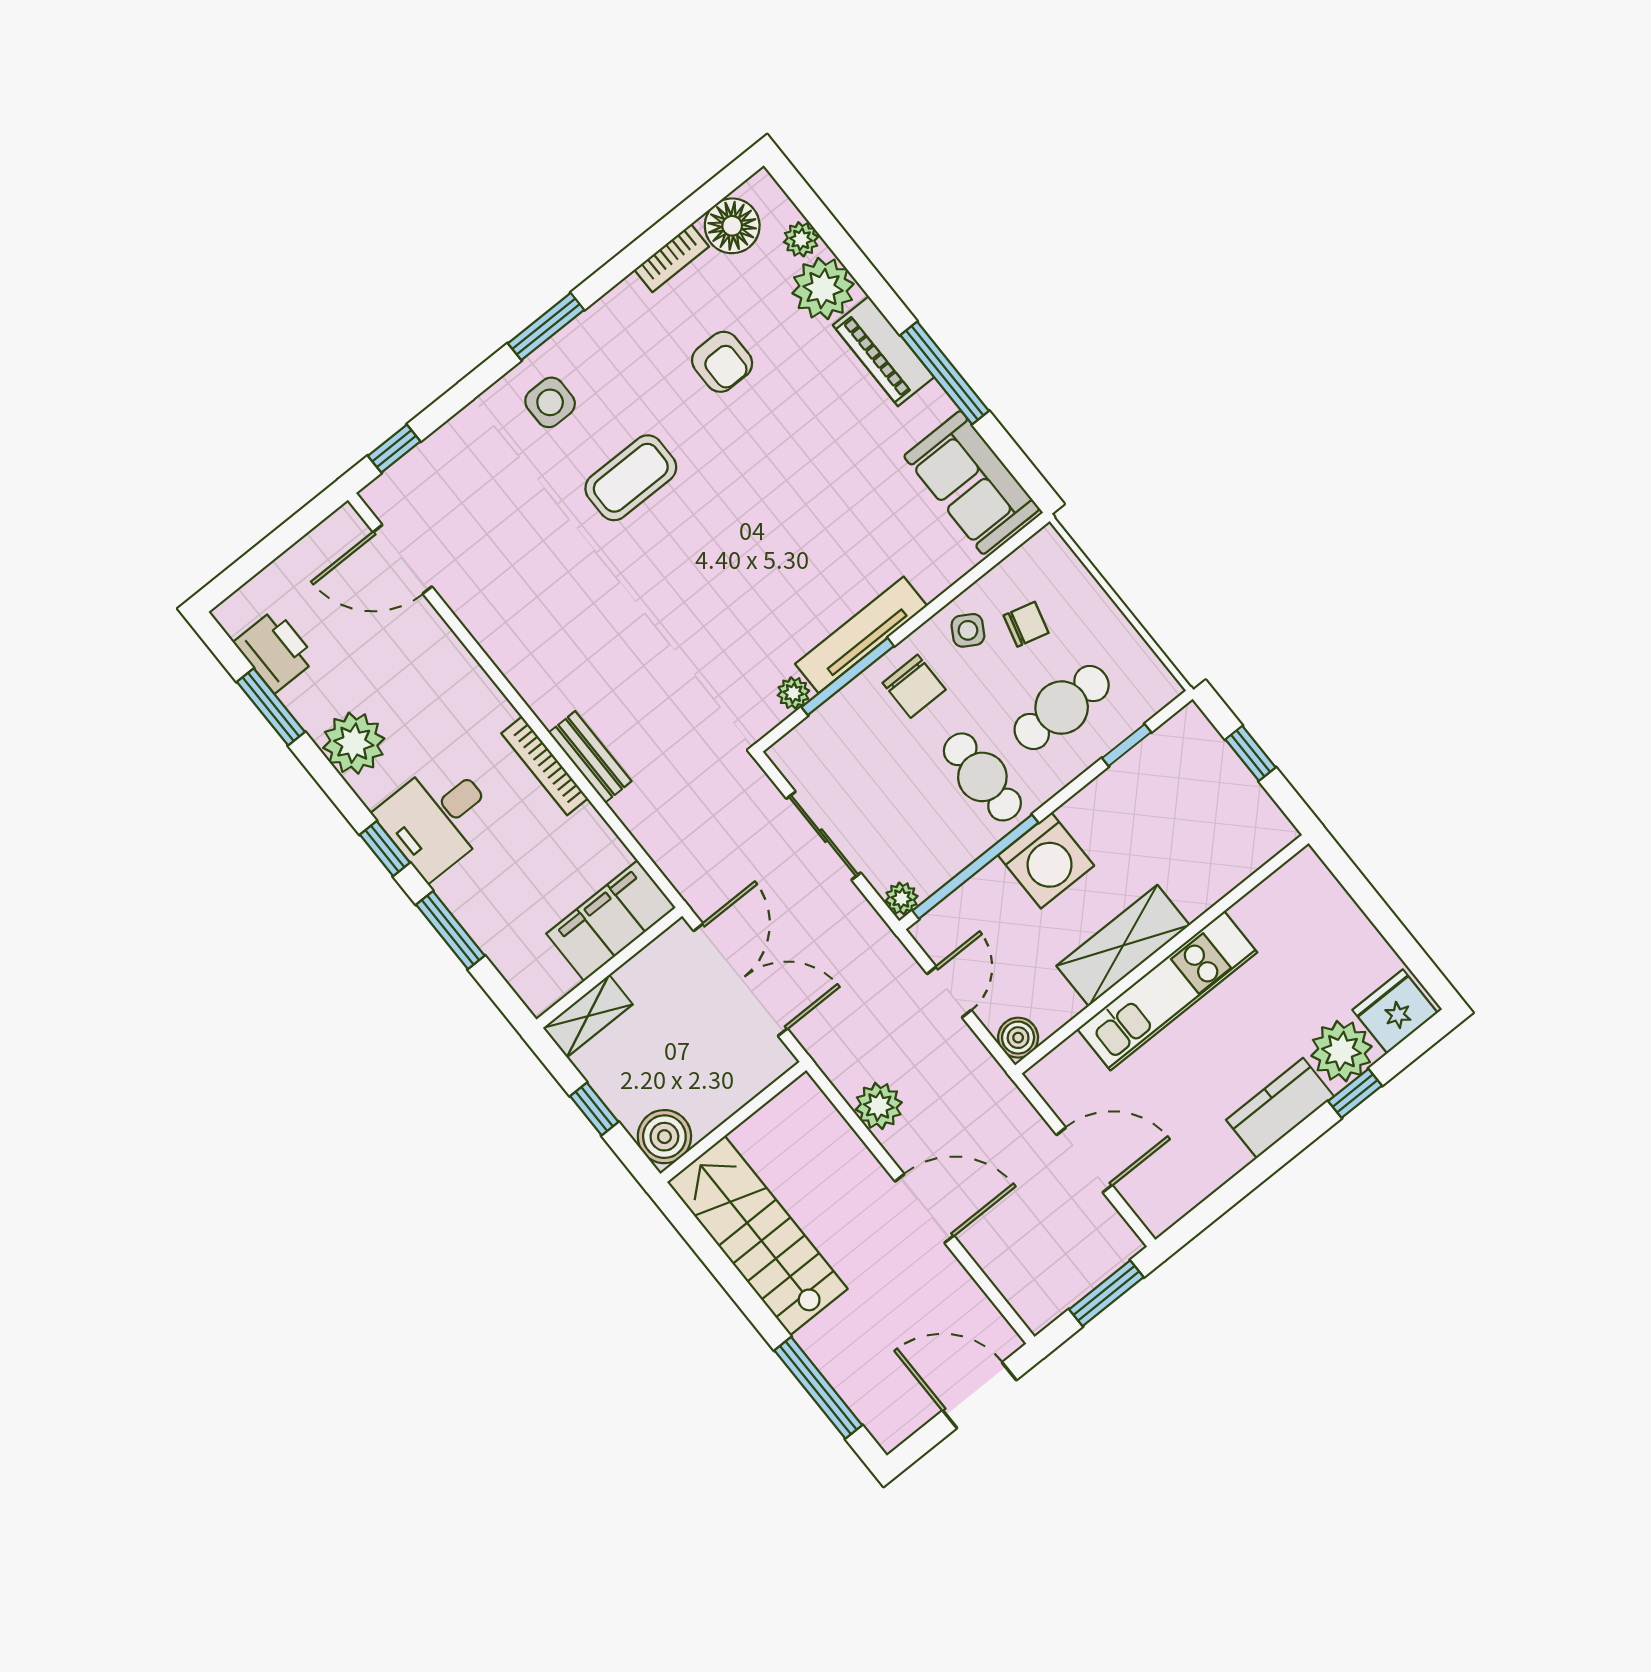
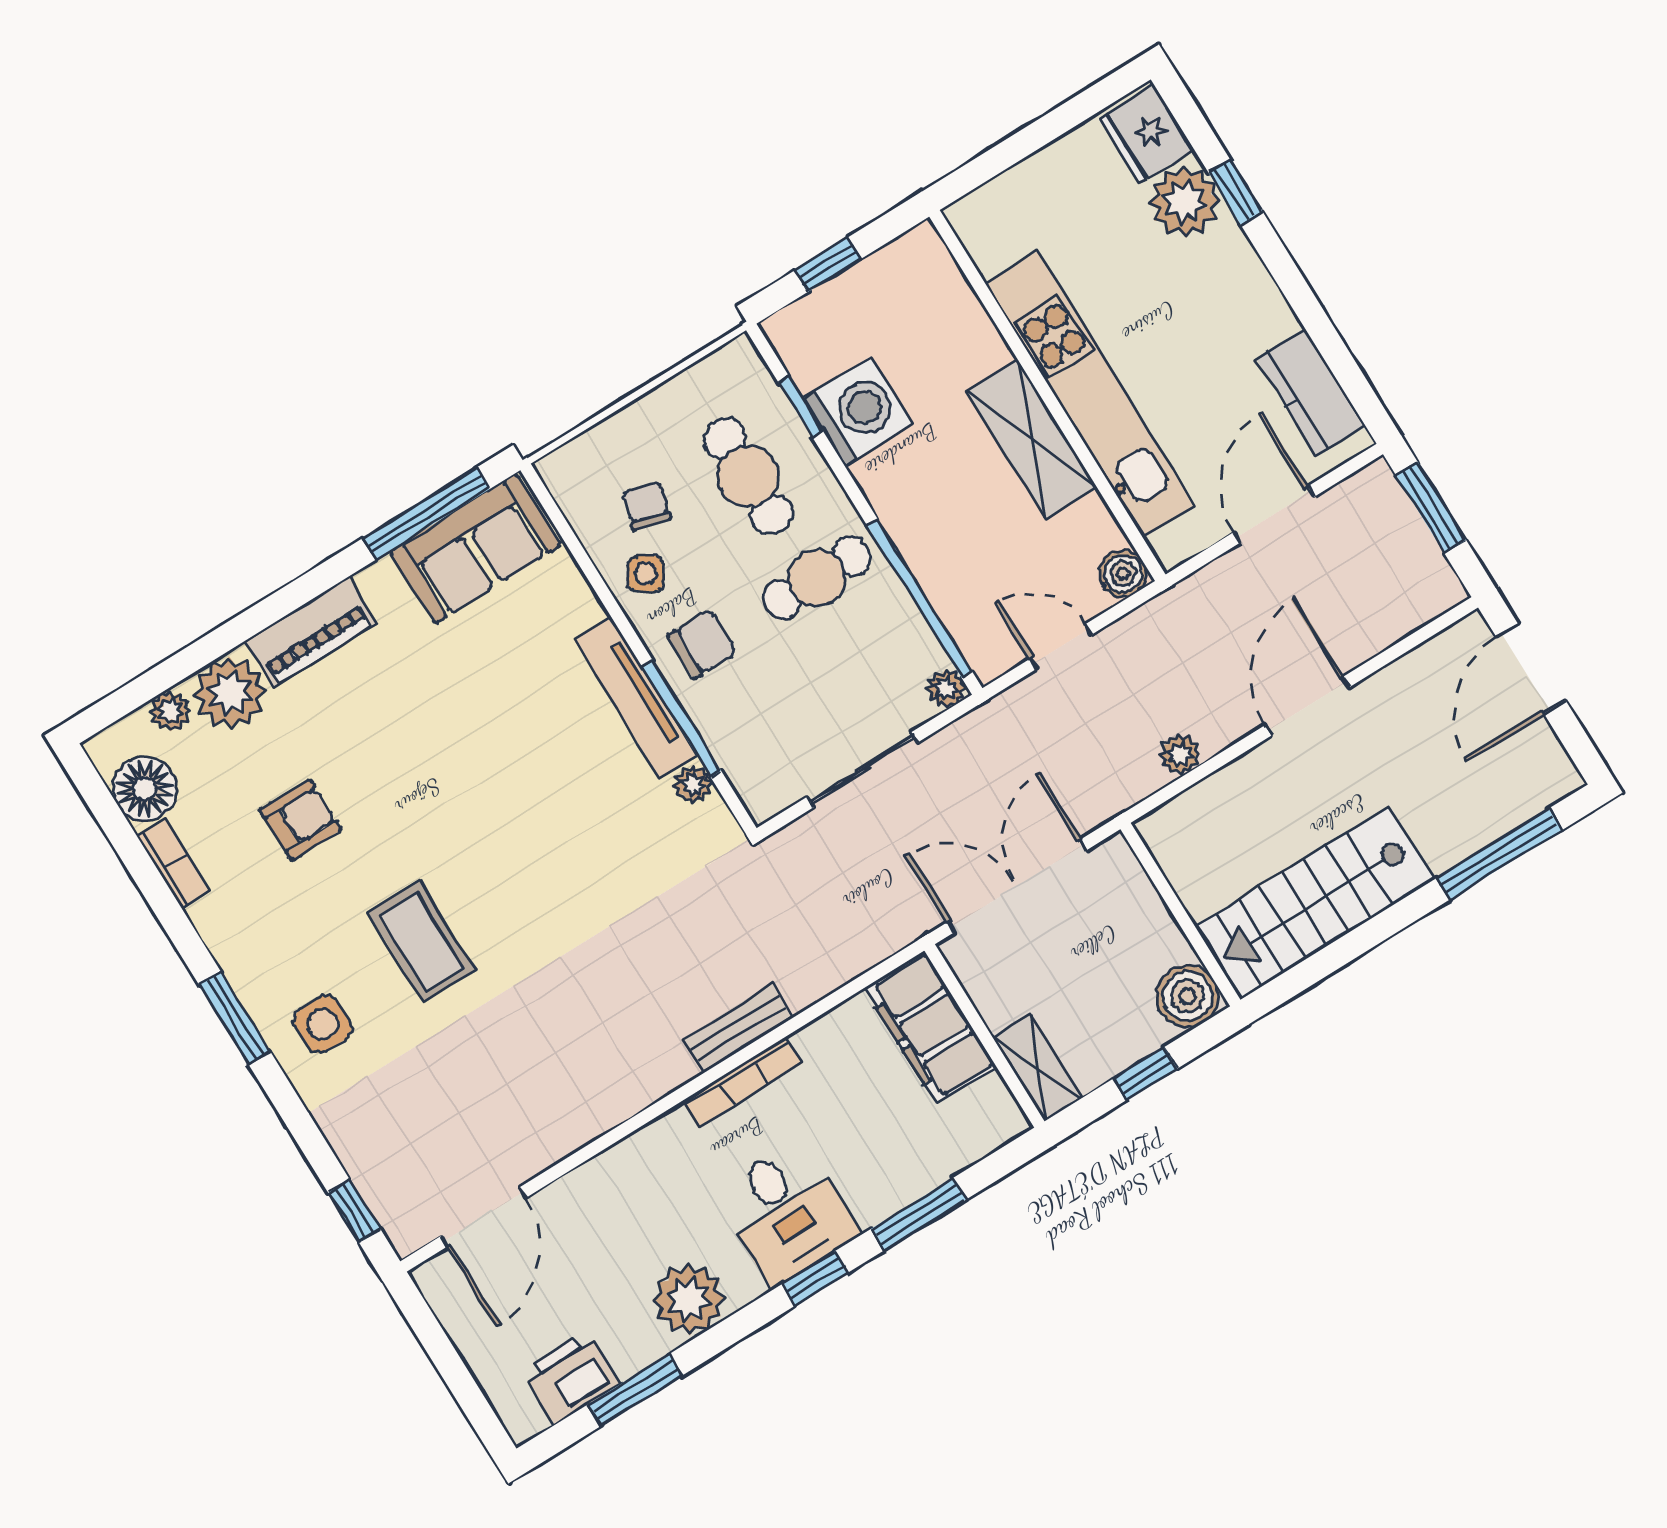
window: (945, 373) -> (426, 514), moved
washing machine: (1046, 860) -> (858, 412), moved
kitchen unit: (1167, 991) -> (1090, 395), width x1.36
plant: (879, 1106) -> (1180, 755), width x0.73, depth x0.73
kitchen counter: (1280, 1108) -> (1311, 392), moved

